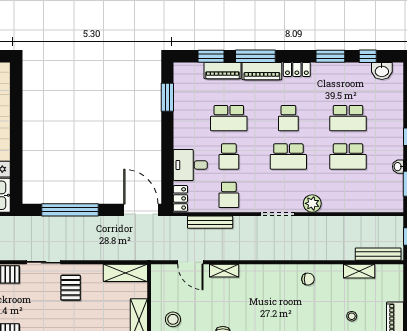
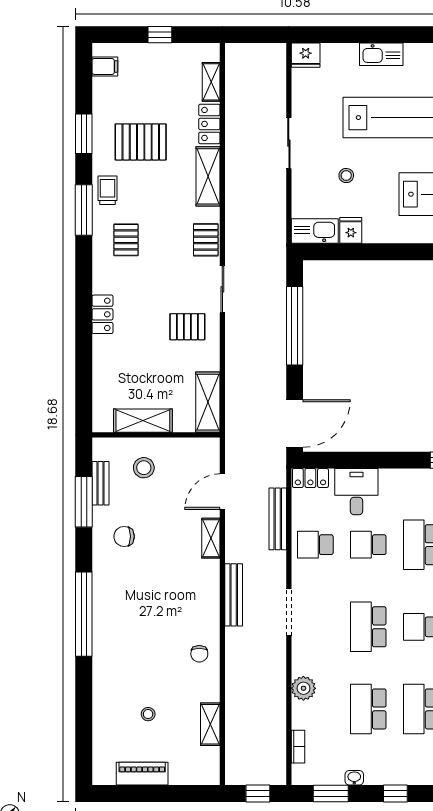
plant: (312, 203) -> (303, 688), moved
bookcase: (375, 207) -> (298, 747), added
bench: (378, 254) -> (234, 595), moved

